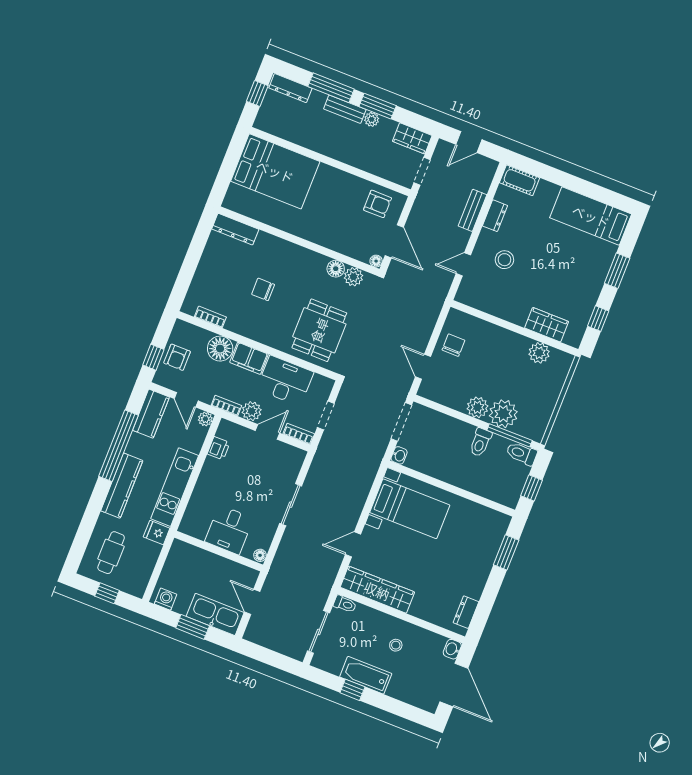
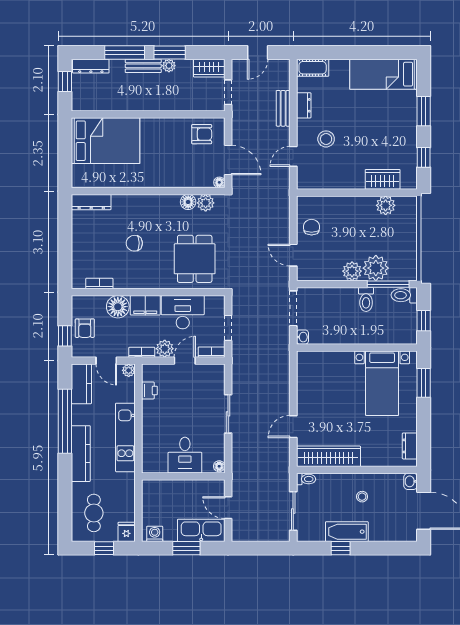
bed with nightstands: (410, 509) -> (382, 383), moved, turned 90
fridge: (157, 533) -> (126, 532), moved, turned 90

